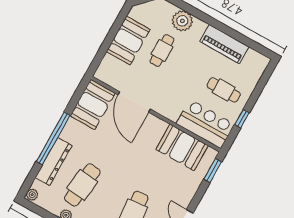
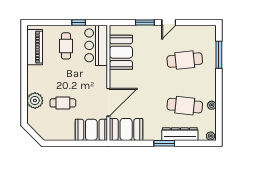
booth: (128, 40) -> (91, 130), moved
piano: (224, 44) -> (35, 47), moved
window: (53, 138) -> (164, 143), width x0.47
window: (213, 171) -> (145, 22), moved

